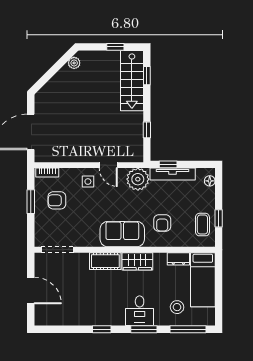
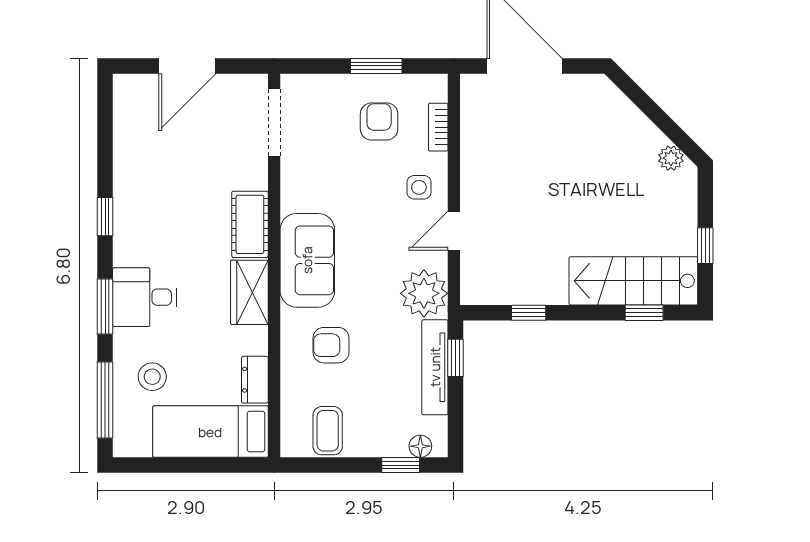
bookcase: (47, 173) -> (438, 127), moved
window: (219, 218) -> (401, 465), moved
coffee table: (202, 225) -> (328, 431), turned 90

